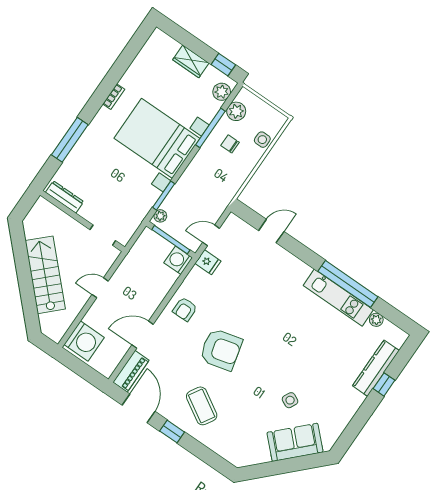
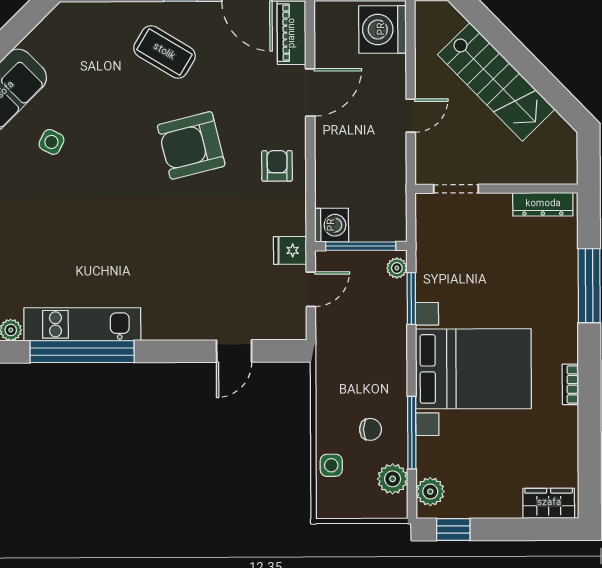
wardrobe: (191, 61) -> (549, 503), moved

